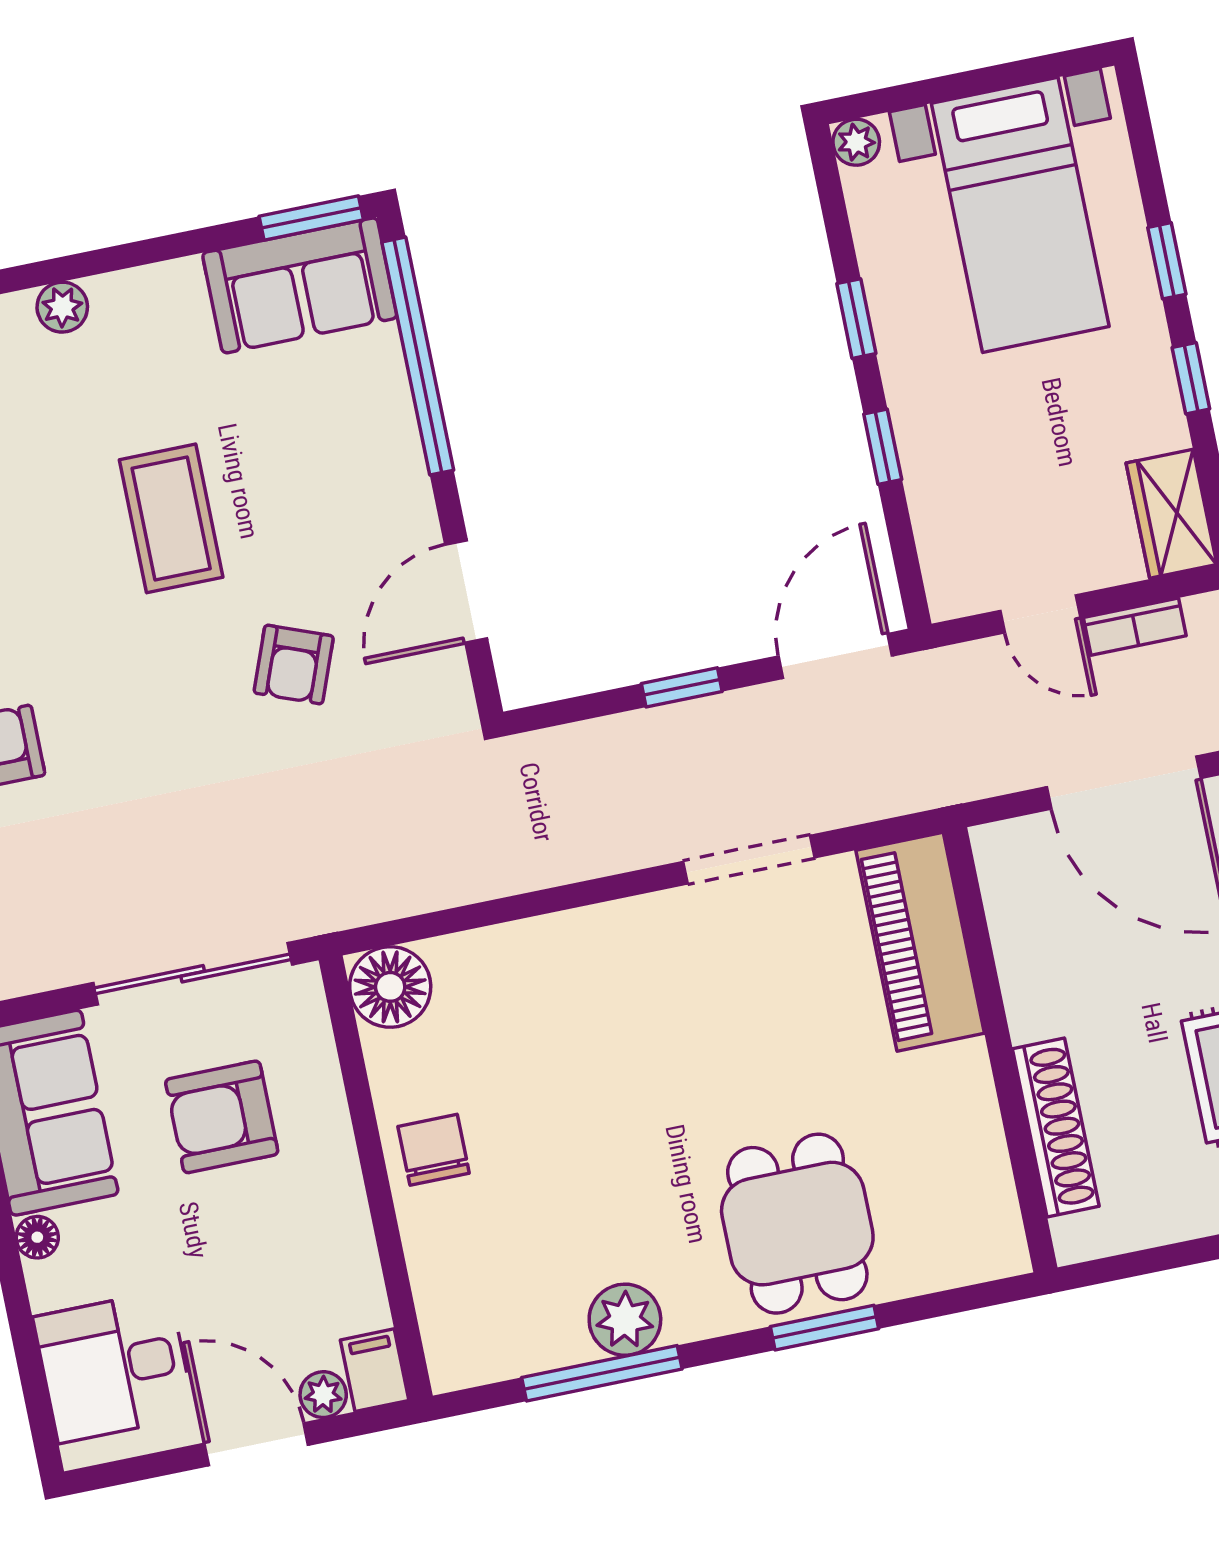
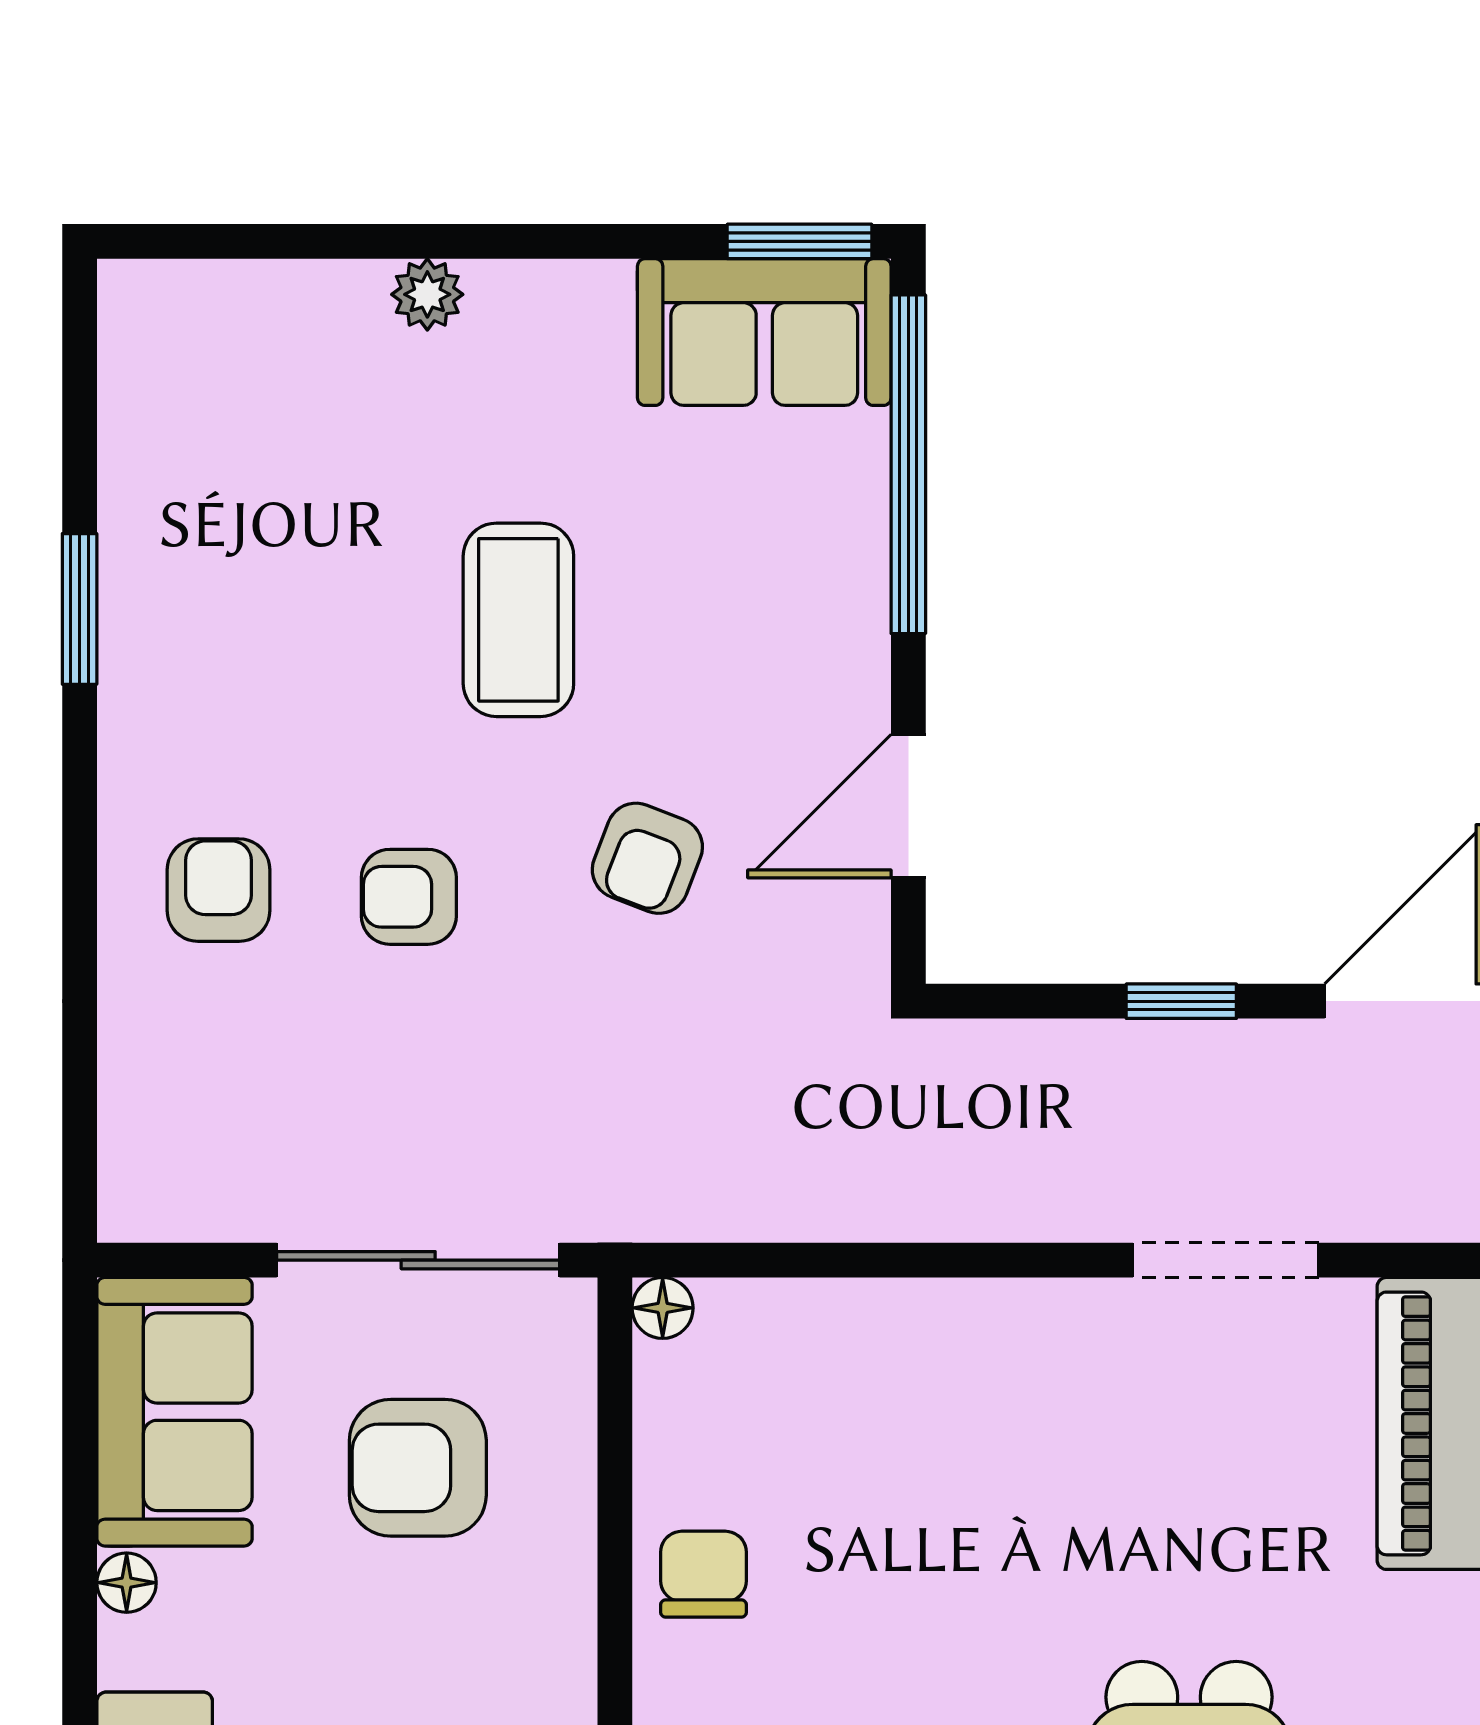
armchair: (135, 725) -> (409, 897), added
floor lamp: (390, 987) -> (663, 1308), width x0.53, depth x0.53

